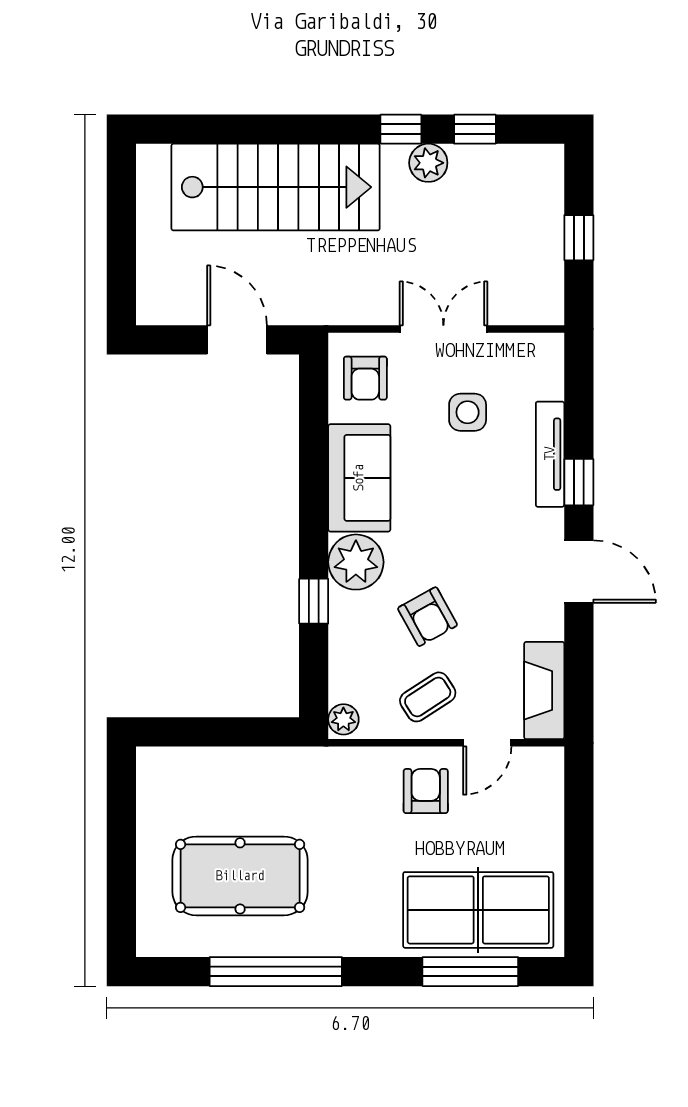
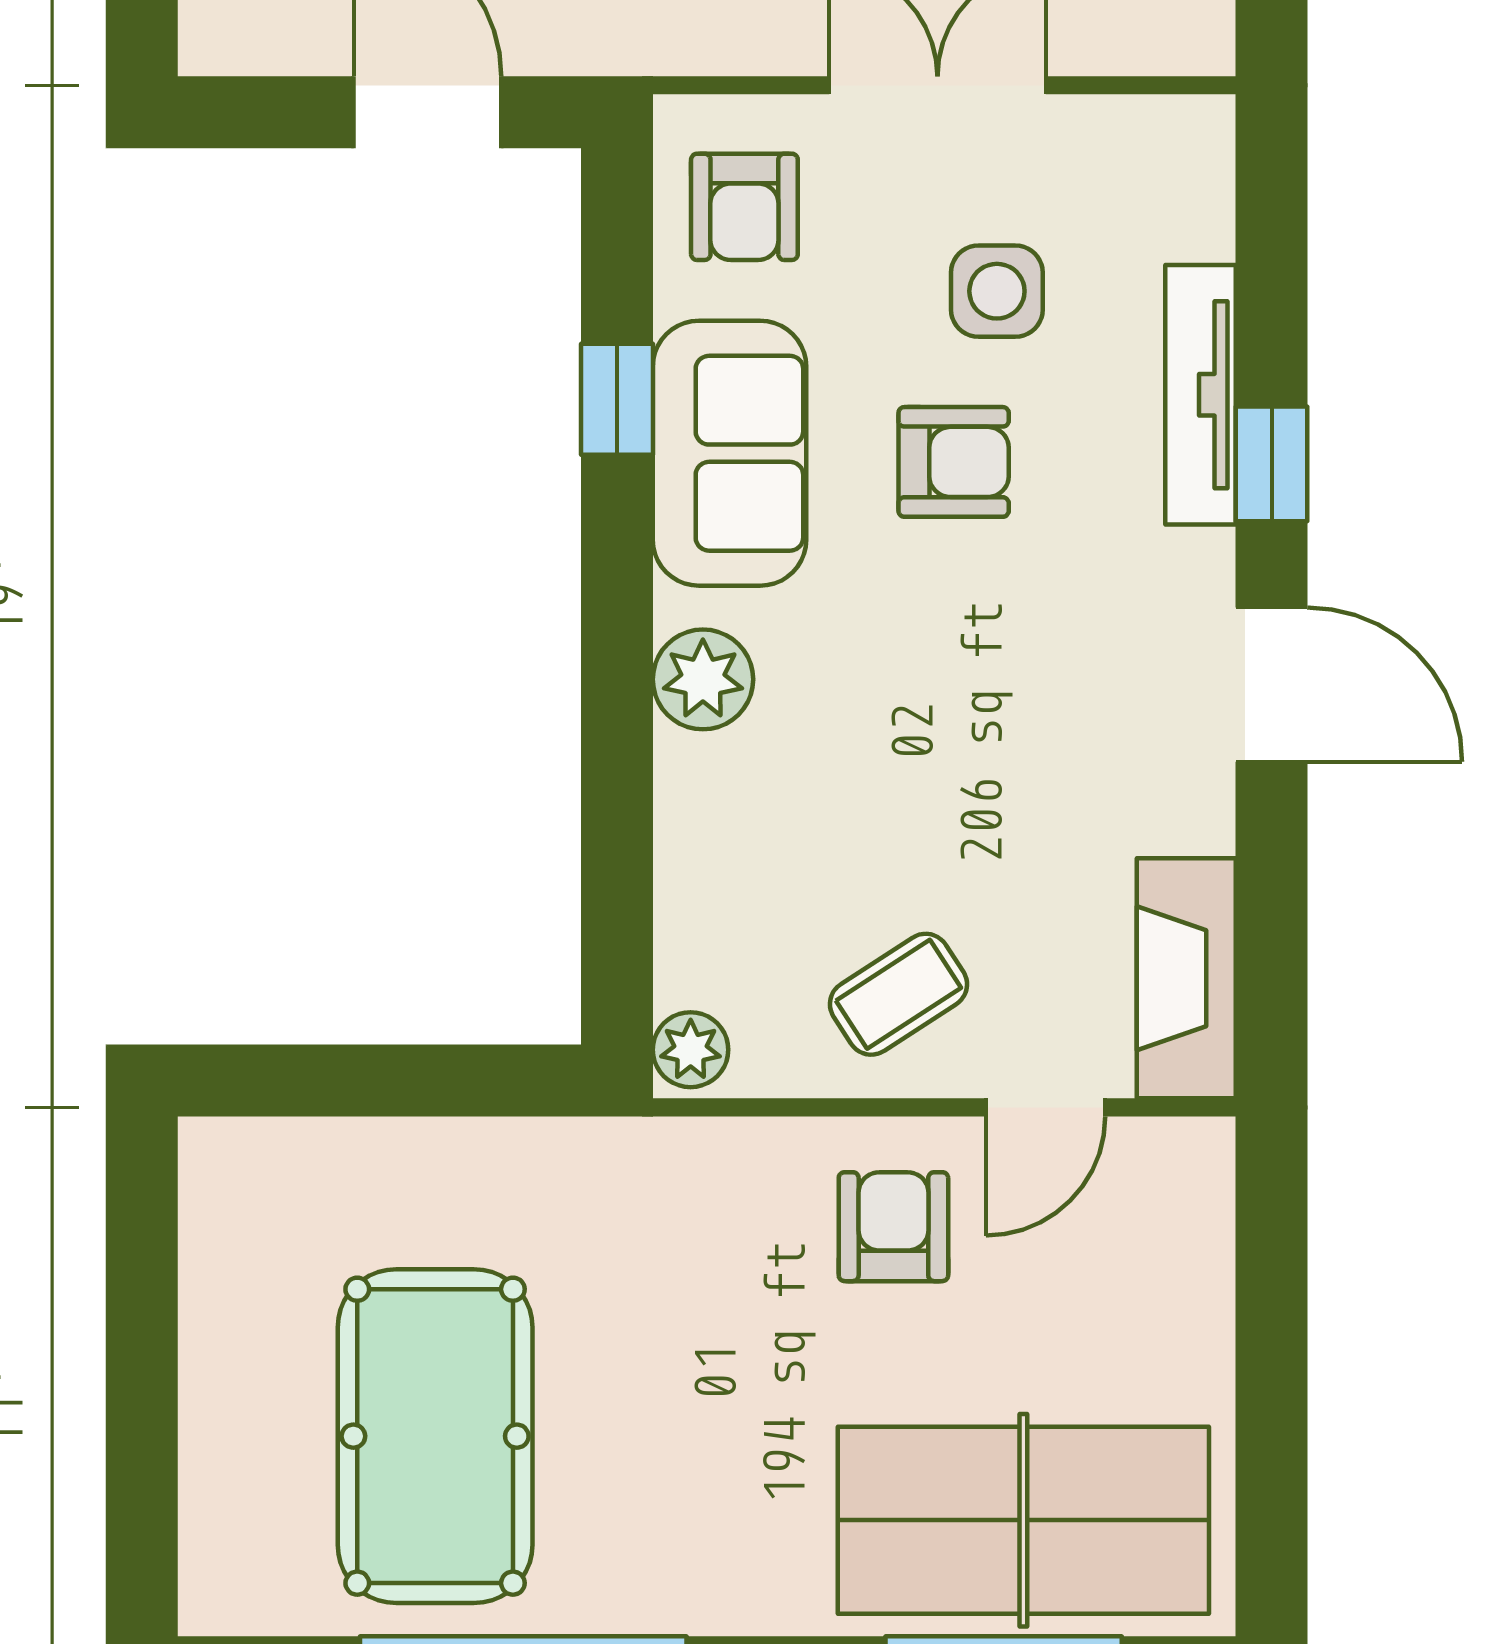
plant: (356, 562) -> (703, 679), width x0.73, depth x0.73
window: (314, 601) -> (617, 399), moved
armchair: (428, 617) -> (954, 462), moved, turned -61
pool table: (240, 876) -> (435, 1436), turned 90

